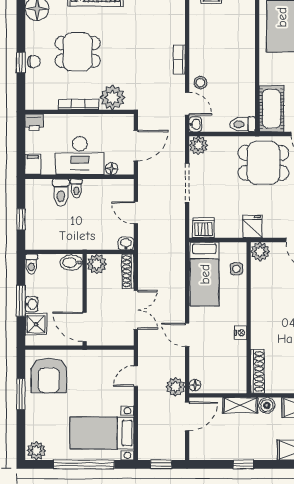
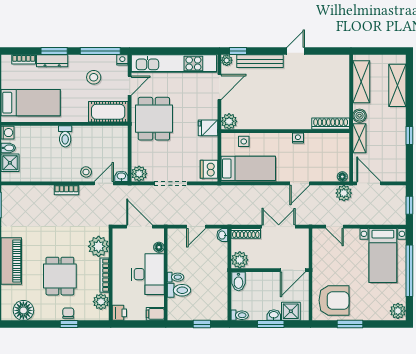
plant: (47, 100) -> (101, 302), added
toilet: (242, 124) -> (65, 136), moved

